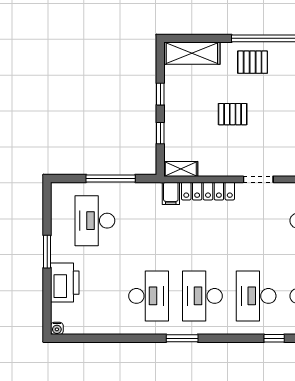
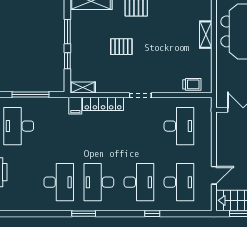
window: (160, 94) -> (67, 32), width x1.50
desk: (256, 296) -> (139, 182), turned 180

